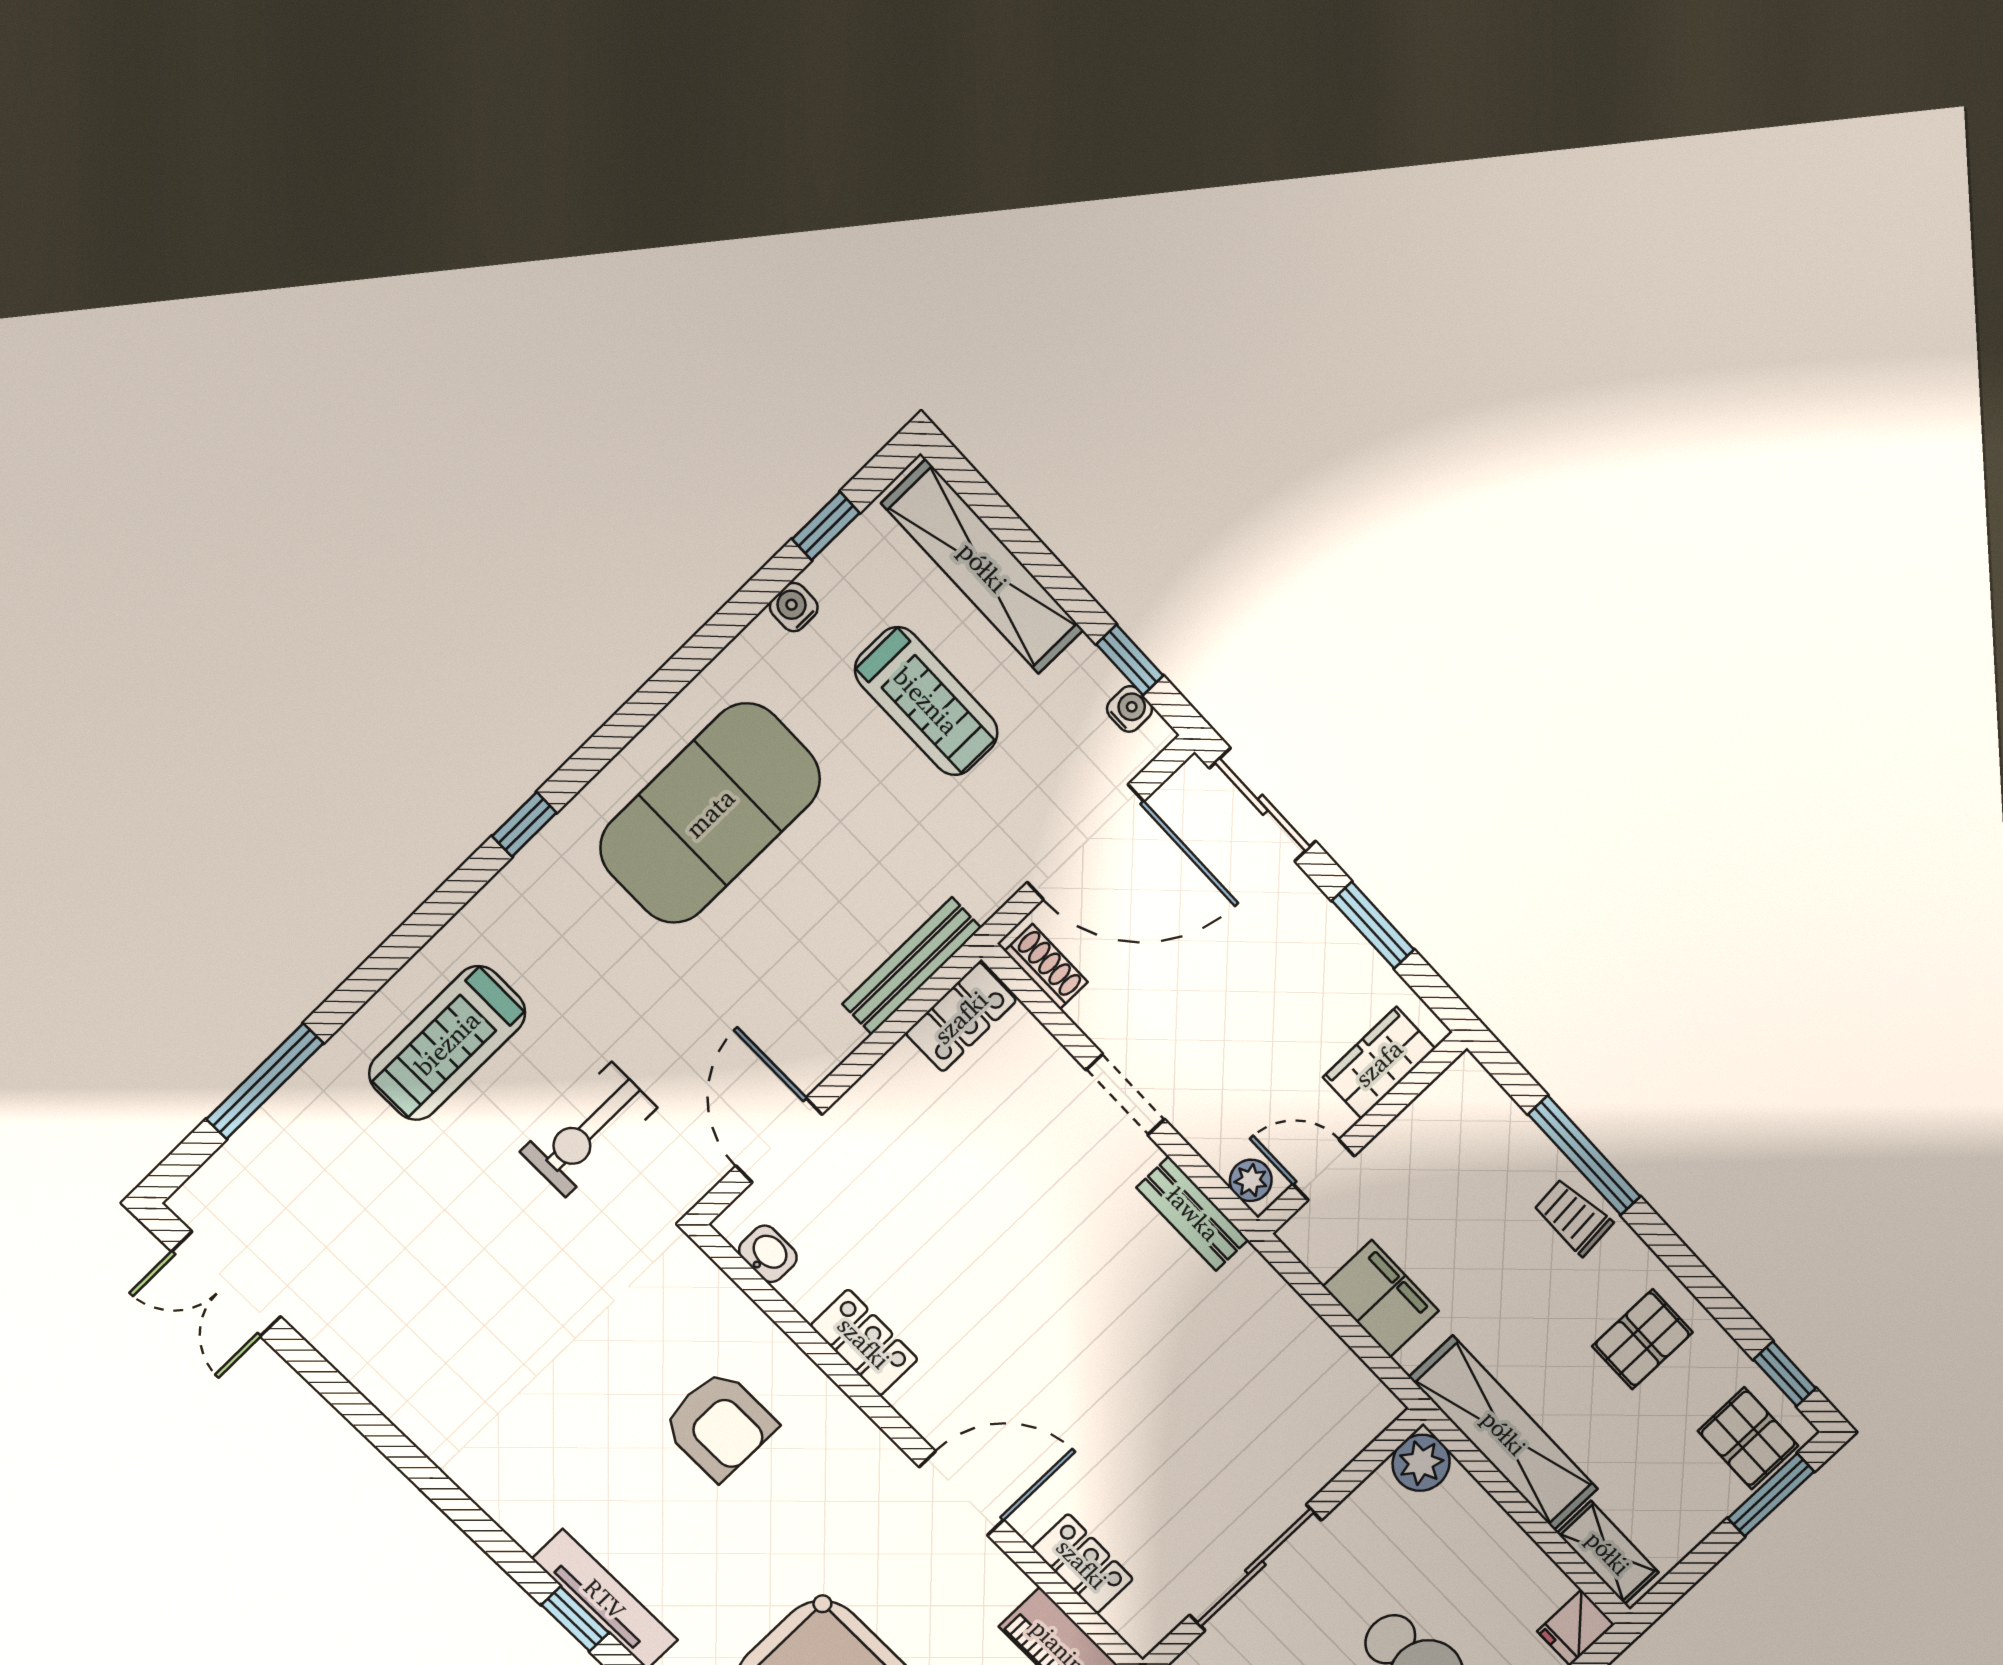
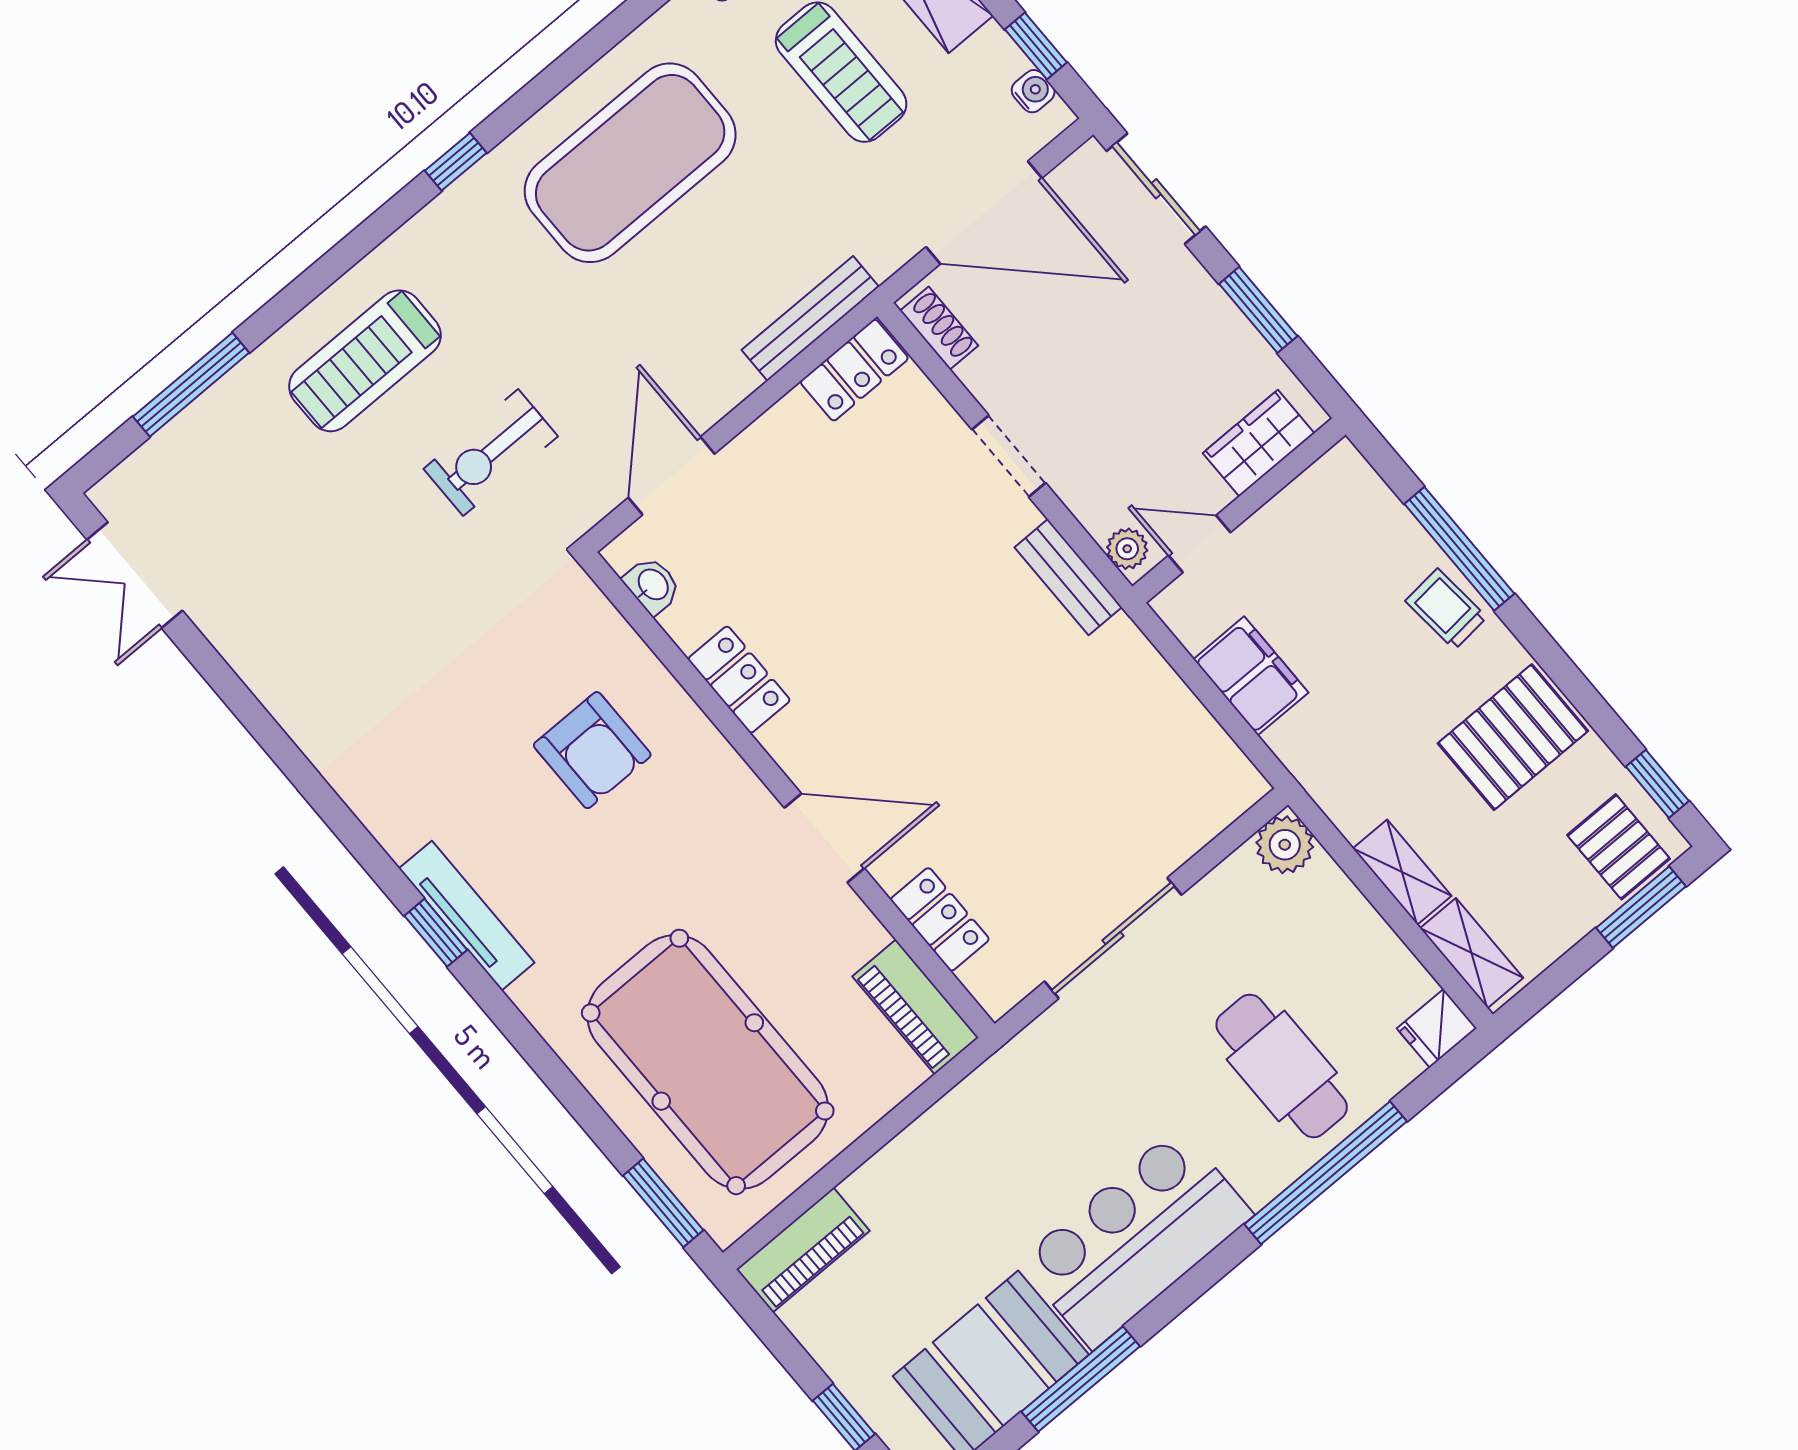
pallet: (1642, 1339) -> (1513, 737), width x1.50, depth x1.42
shelving: (1504, 1433) -> (1402, 872), width x0.45, depth x0.75

